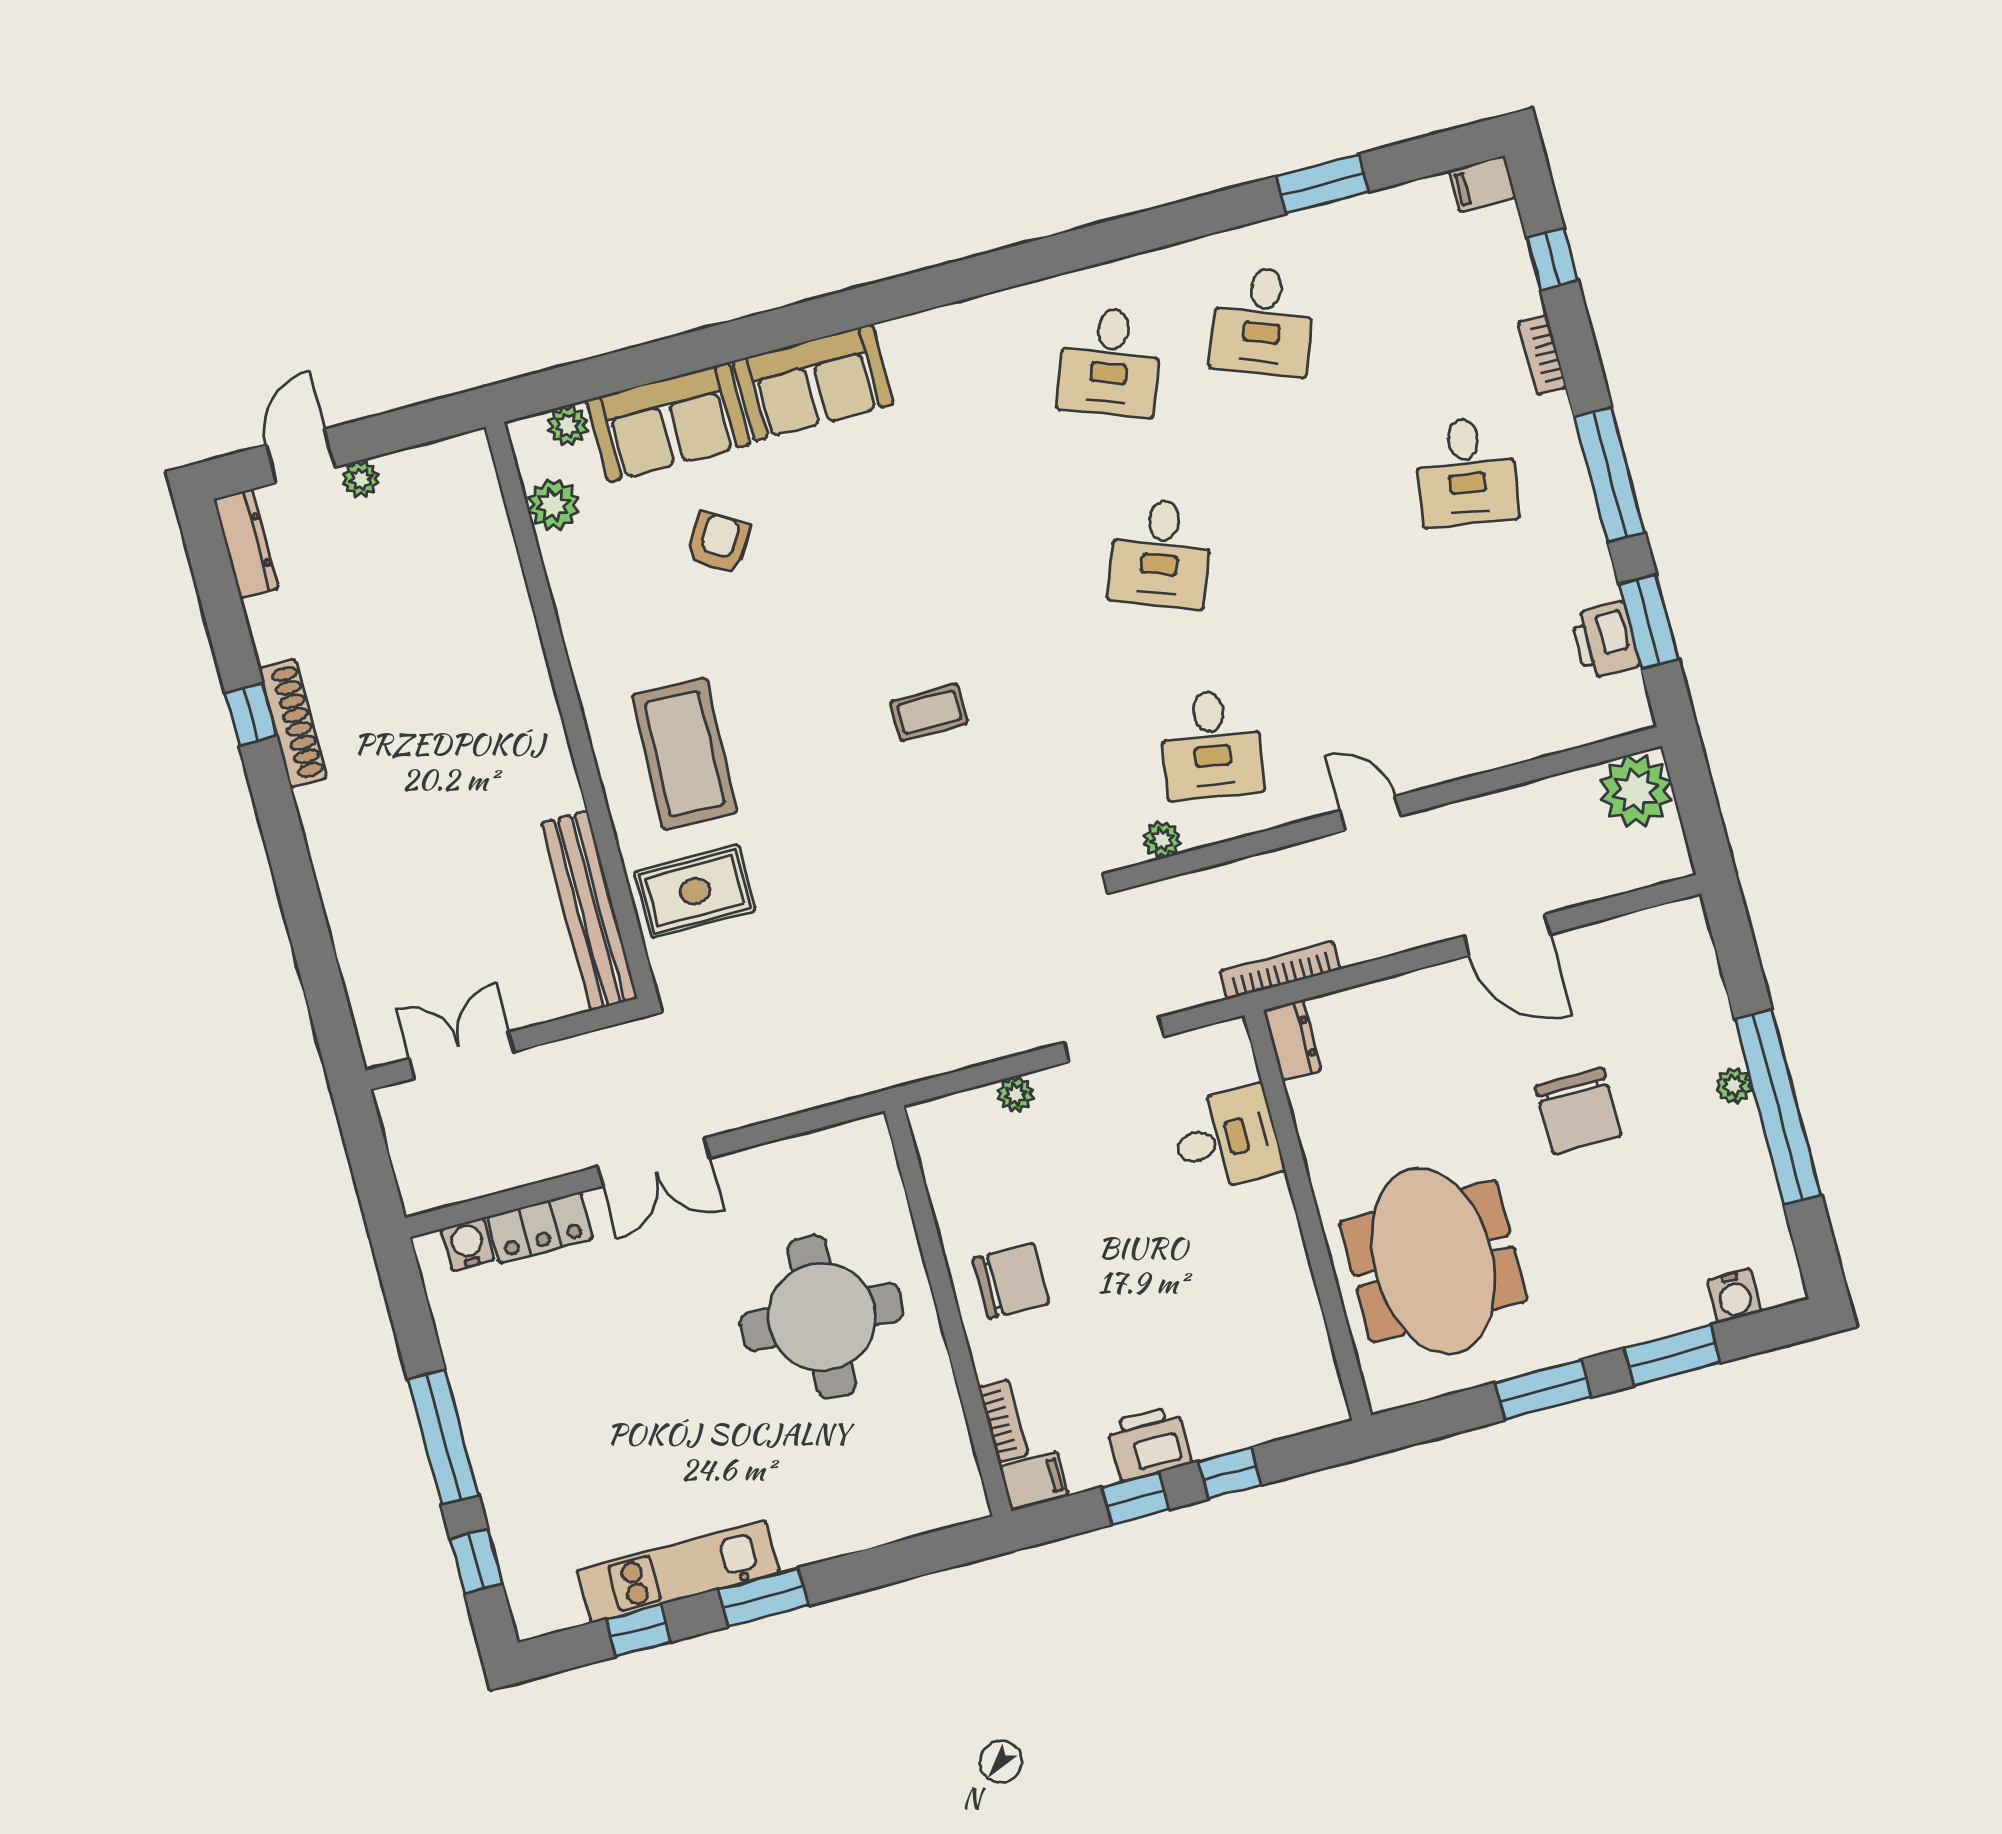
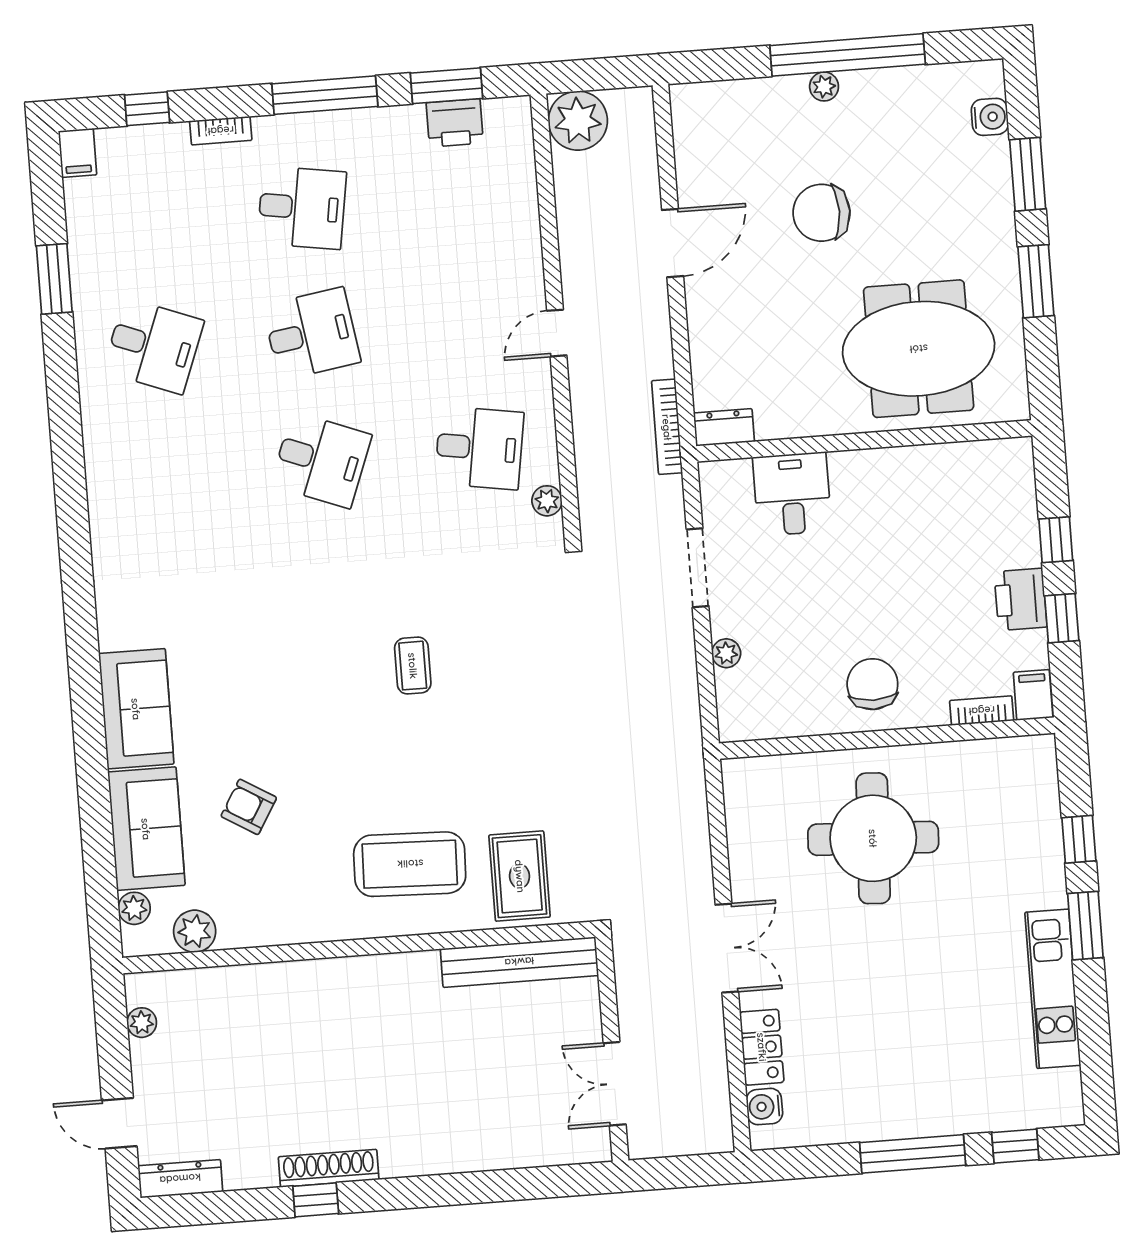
desk: (1110, 362) -> (312, 334), moved, turned -30
plant: (361, 479) -> (142, 1023), moved
chair: (1578, 1111) -> (821, 213), turned 180
window: (638, 1630) -> (1079, 839), moved

